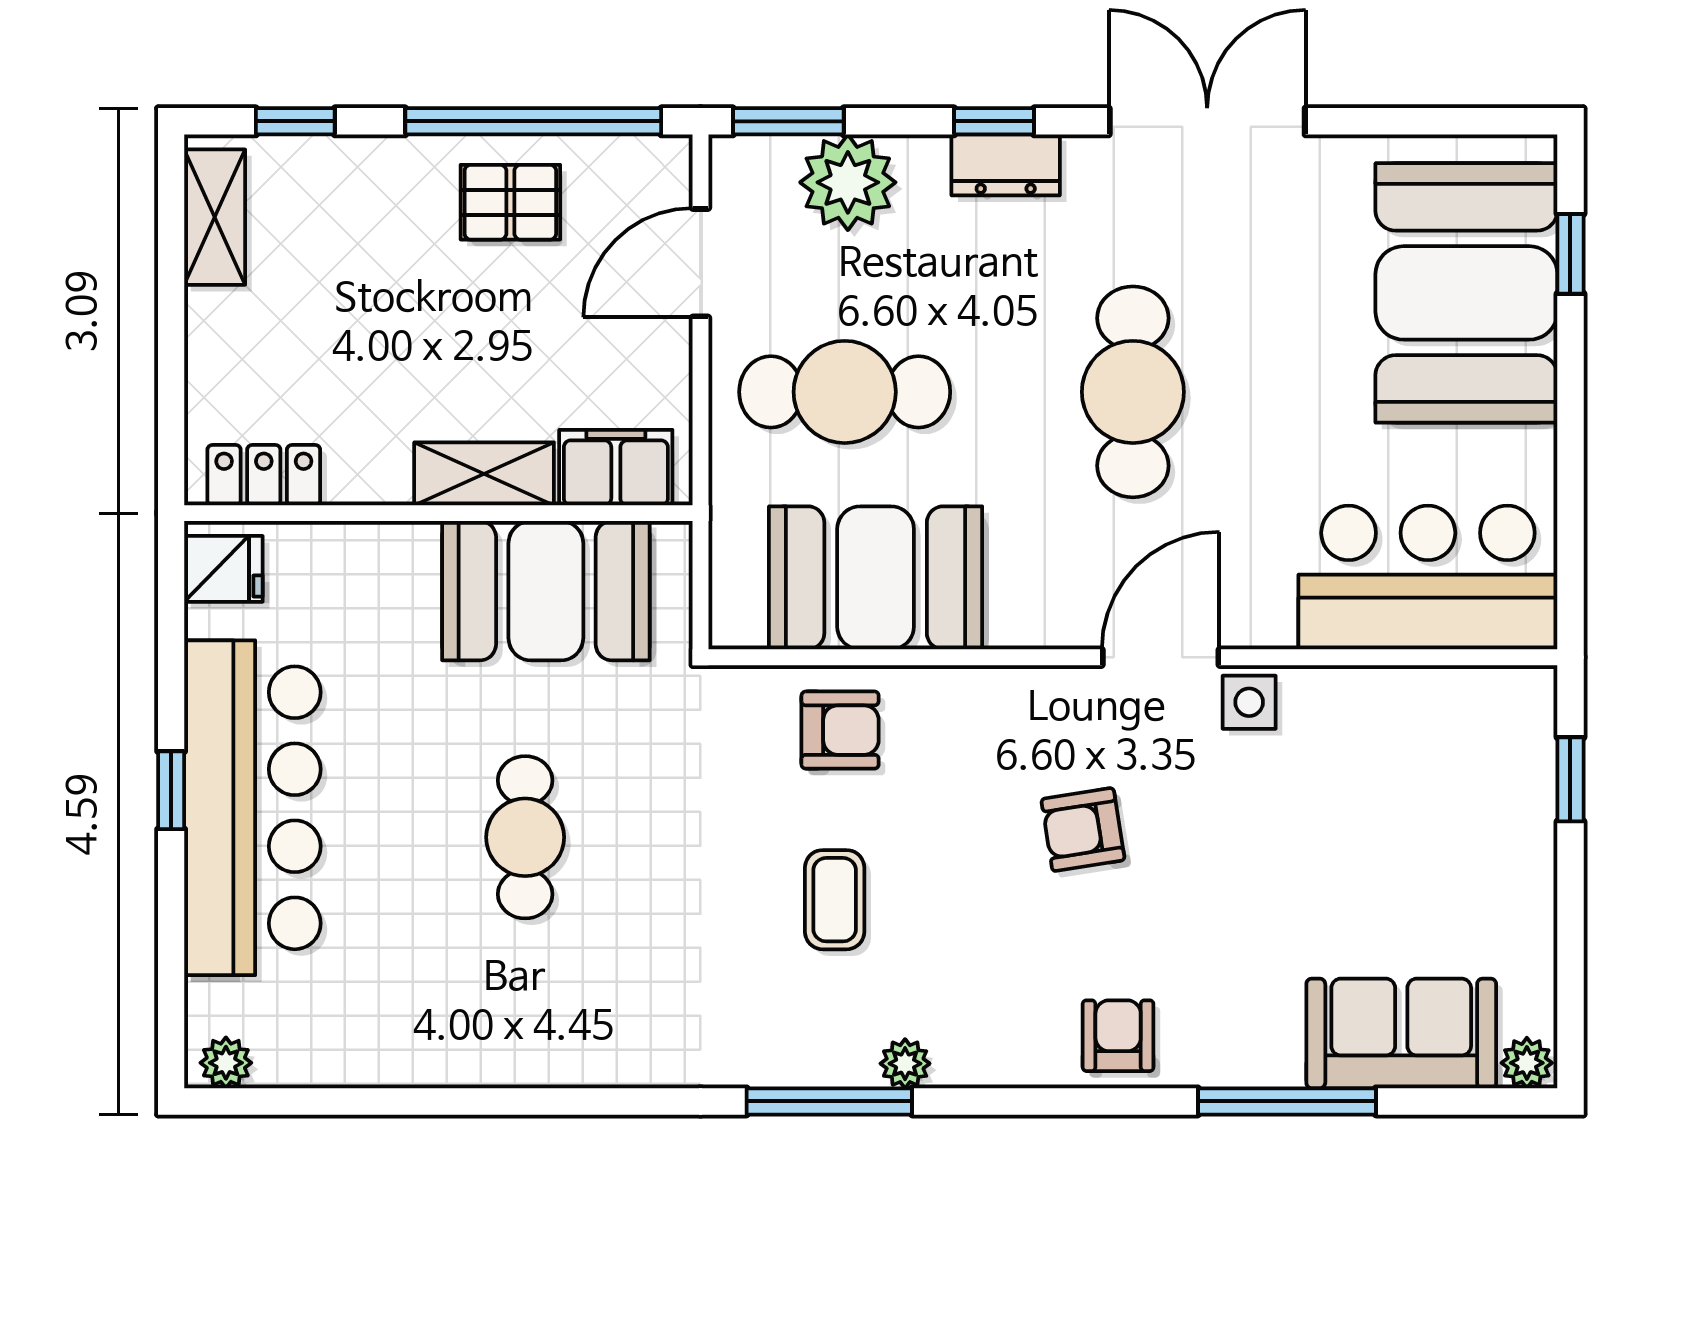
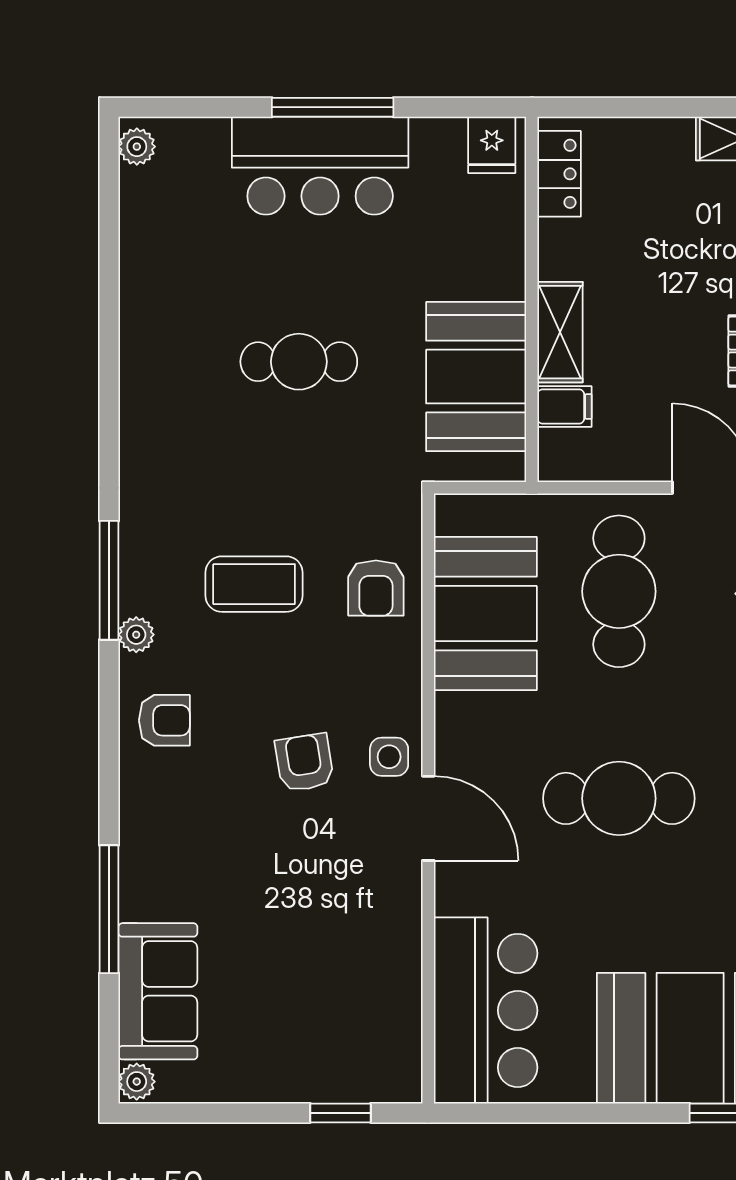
filing cabinet: (616, 468) -> (565, 406), width x0.50
side table: (1249, 702) -> (389, 757), moved
window: (171, 790) -> (333, 107), width x2.17
bar counter: (252, 808) -> (320, 166), width x0.73
coffee table: (835, 900) -> (254, 584), width x1.36, depth x1.30
armchair: (1118, 1036) -> (164, 720), moved

